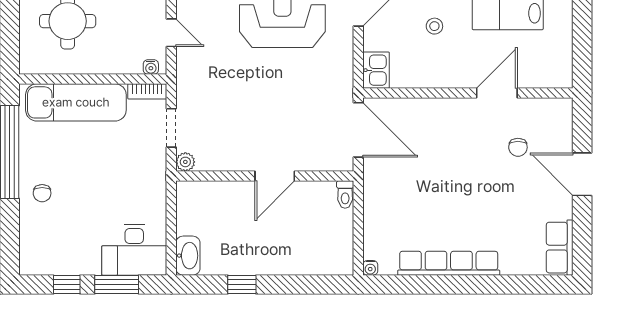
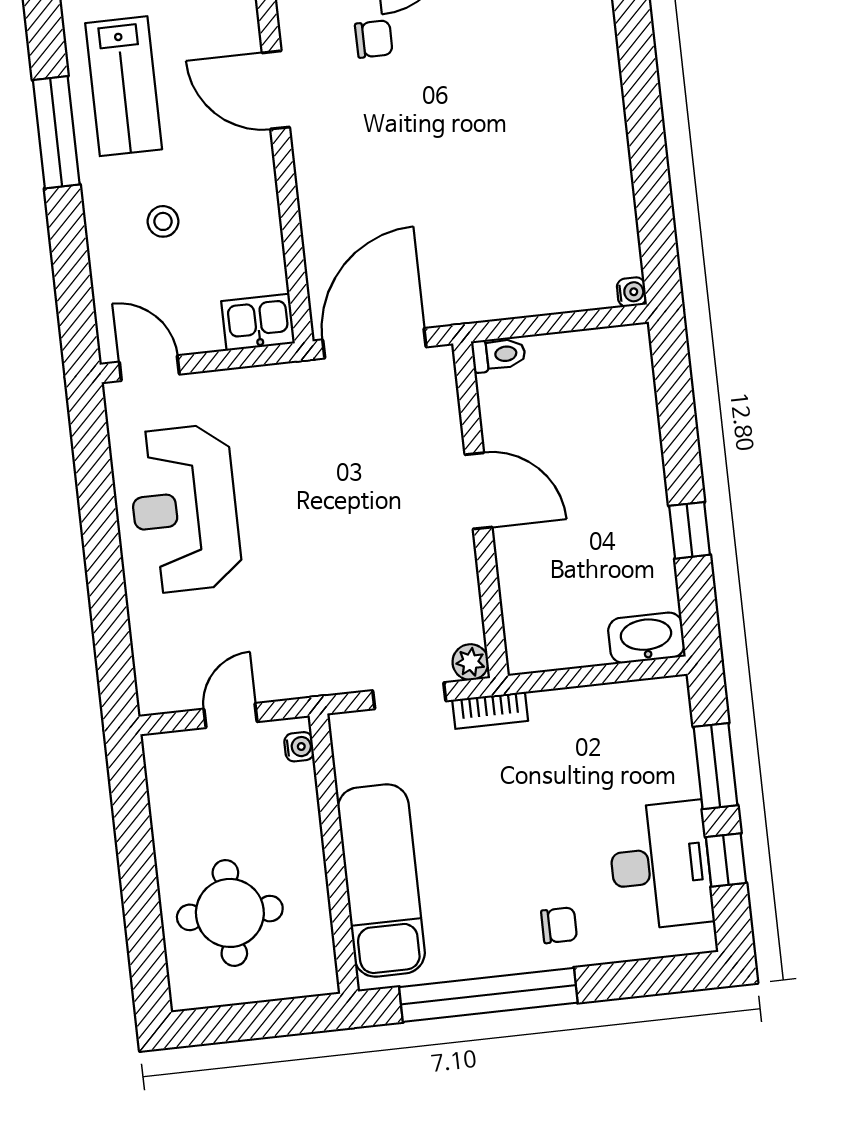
bookcase: (147, 91) -> (490, 710), moved, turned 90
desk: (134, 250) -> (660, 865), moved
row of seats: (449, 263) -> (606, 145), removed

